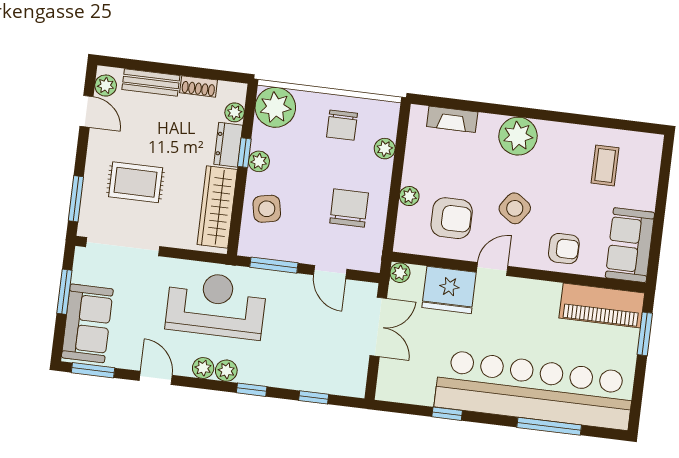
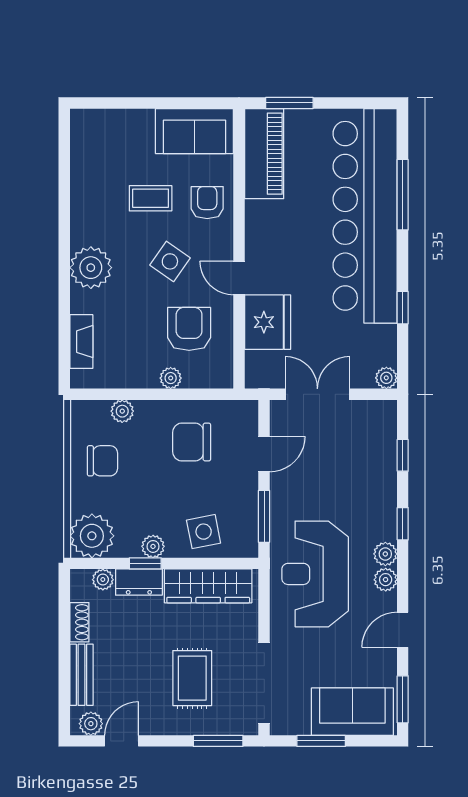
coffee table: (605, 165) -> (151, 198), moved
plant: (400, 273) -> (386, 378), moved

